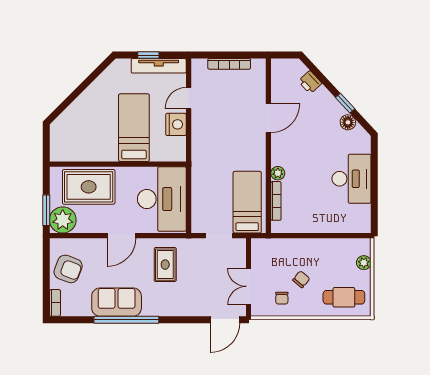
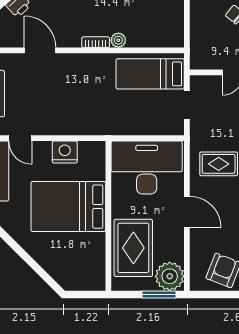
door: (189, 98) -> (20, 138), moved
door: (268, 118) -> (40, 50), moved
bed: (134, 128) -> (68, 207), width x1.50
bookcase: (276, 201) -> (96, 42), moved, width x0.64

